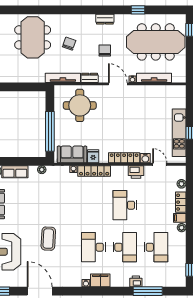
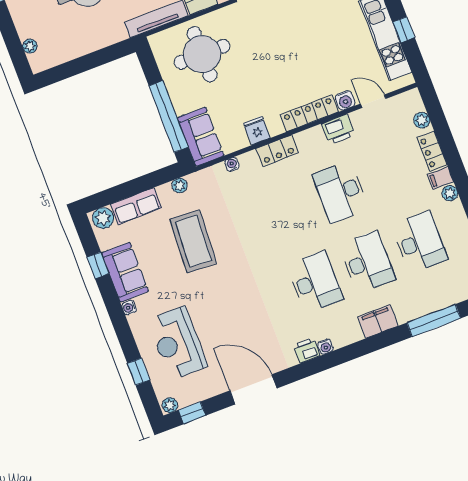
sofa: (72, 154) -> (201, 137), moved, turned 90
locker: (94, 171) -> (277, 151), width x0.66
coffee table: (48, 239) -> (193, 241), moved, width x1.36, depth x1.32
desk: (93, 247) -> (315, 282), turned 180
filing cabinet: (100, 280) -> (378, 321), moved
printer: (136, 281) -> (307, 351), moved

